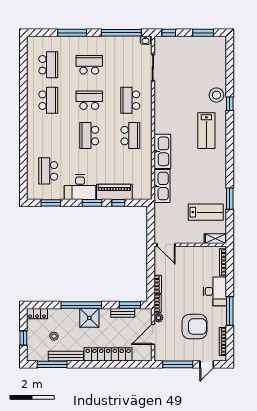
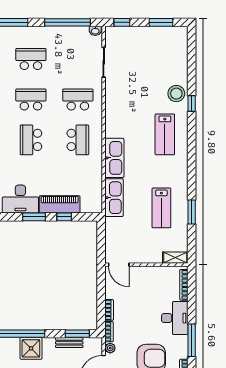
school desk: (130, 100) -> (78, 99), turned 90
lab bench: (206, 212) -> (161, 208), moved, turned 90

